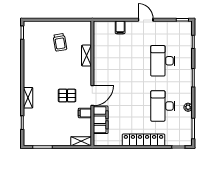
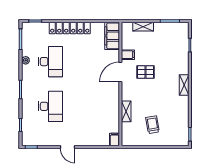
filing cabinet: (120, 27) -> (114, 139), moved
shelving: (28, 98) -> (184, 85), moved
filing cabinet: (101, 120) -> (112, 36), moved
shelving: (81, 141) -> (143, 27), moved

